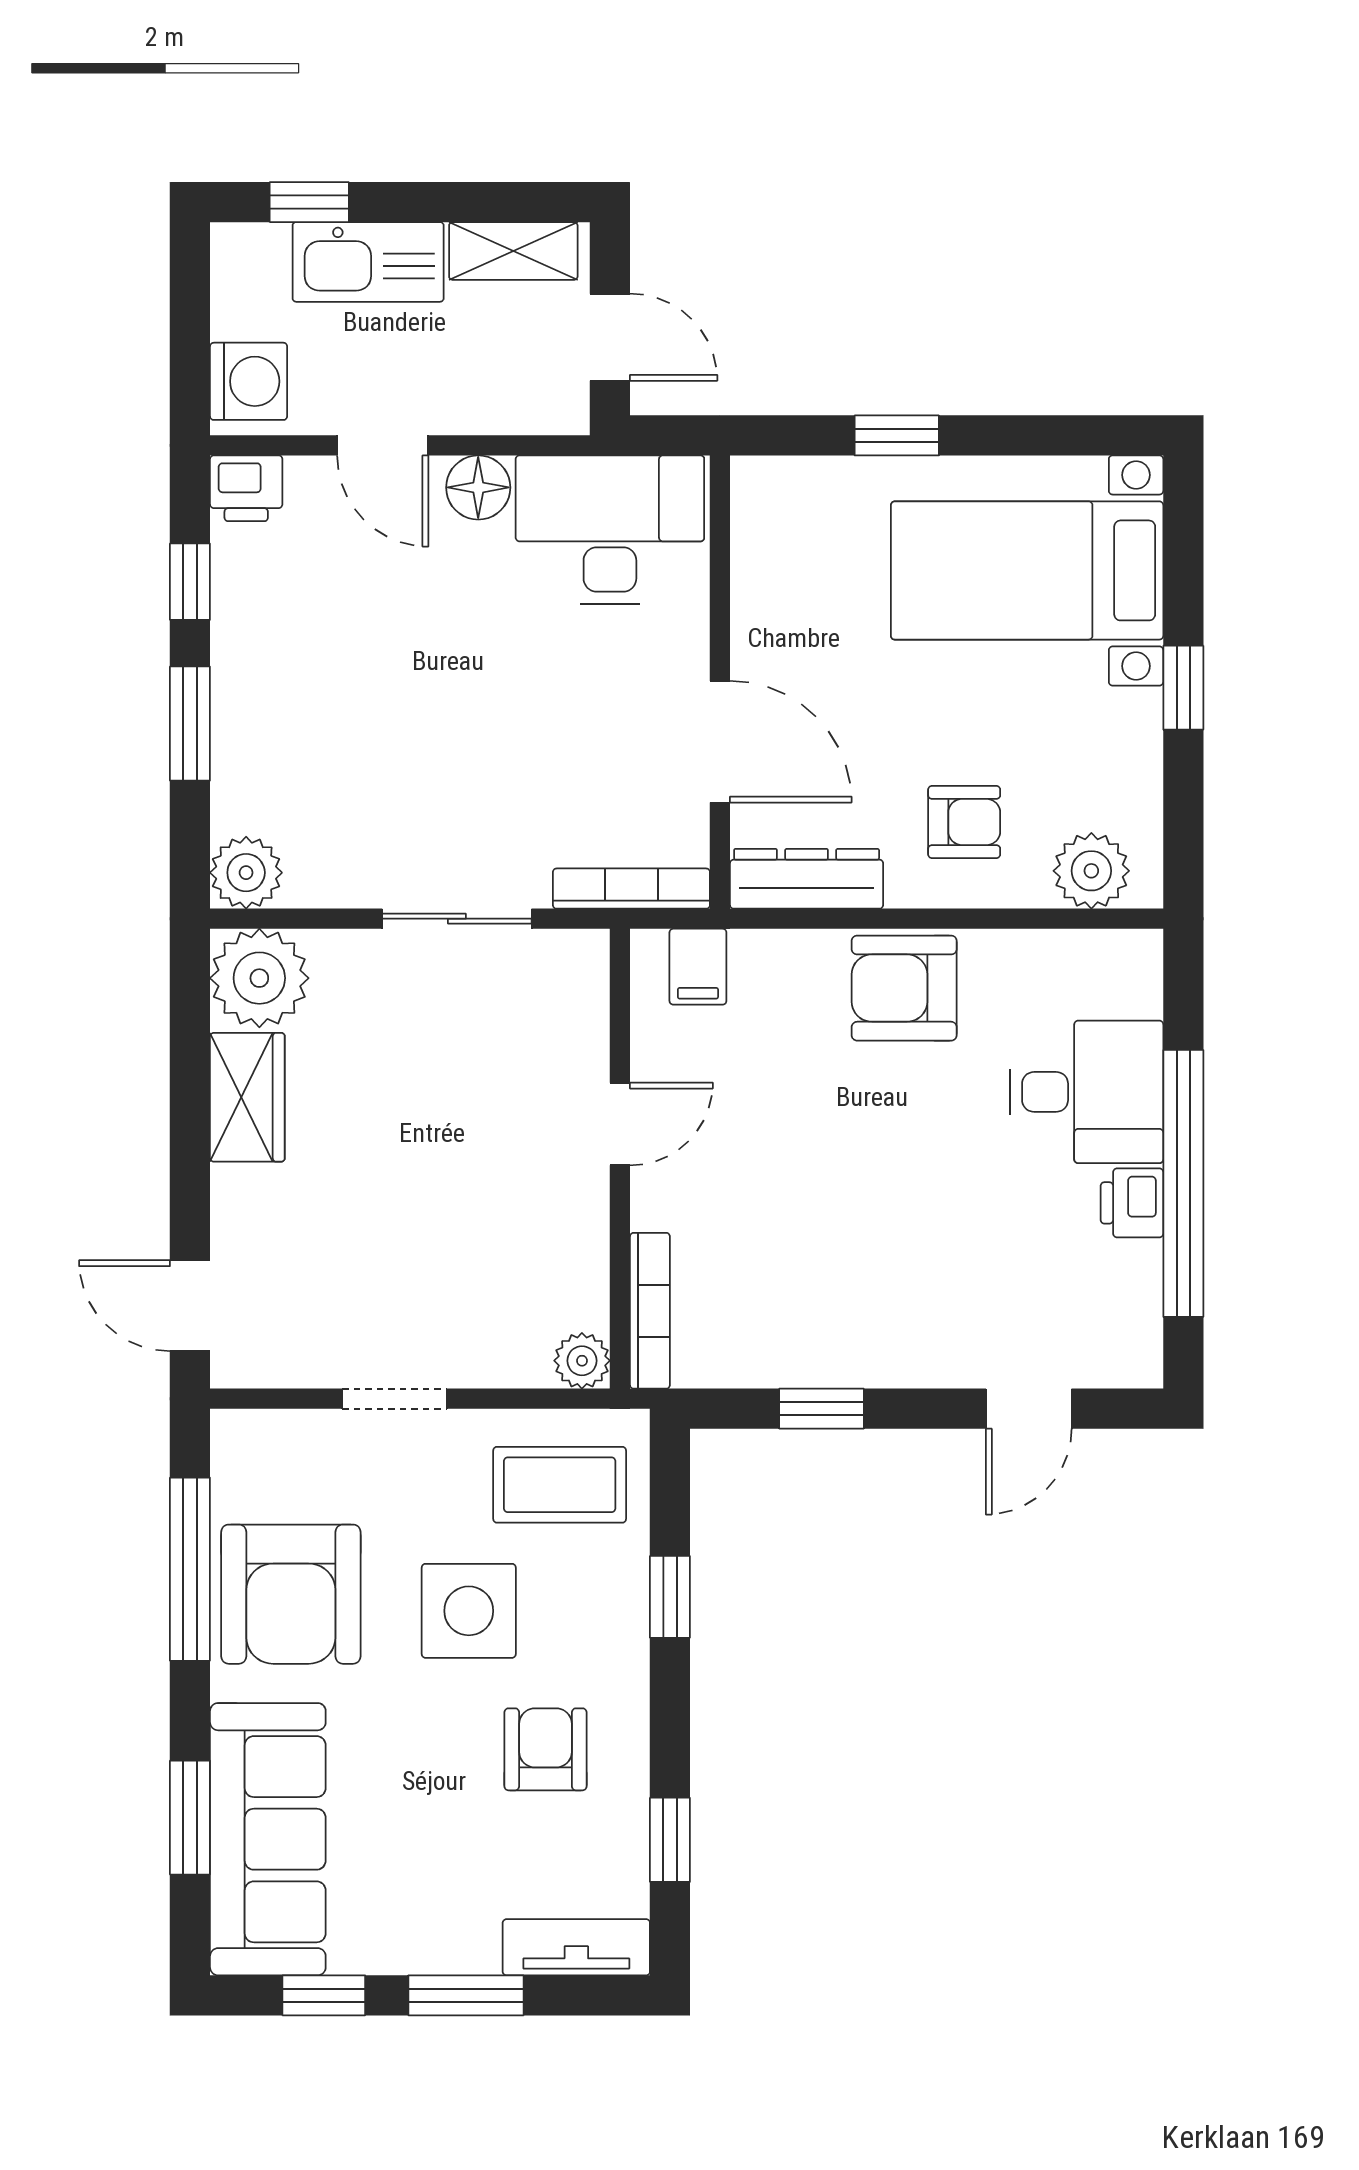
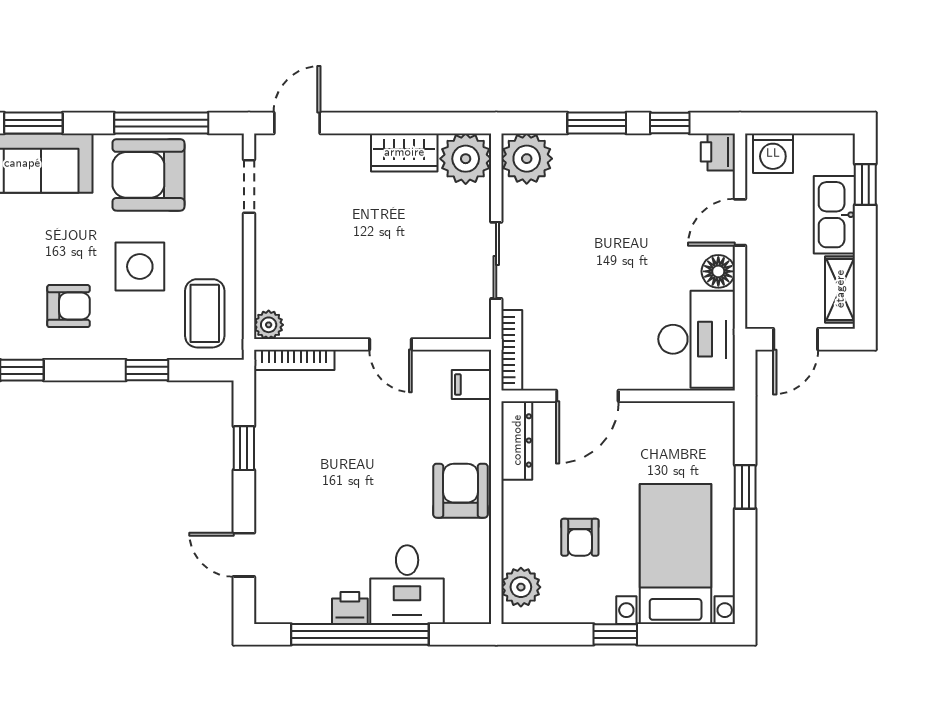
armchair: (964, 822) -> (580, 537), moved
plant: (246, 873) -> (527, 159), width x1.36, depth x1.36
doorway: (394, 1399) -> (249, 186), moved

